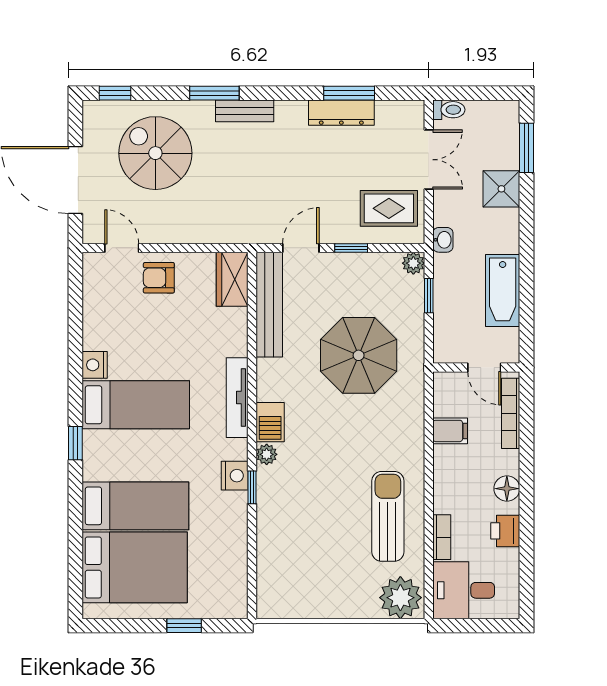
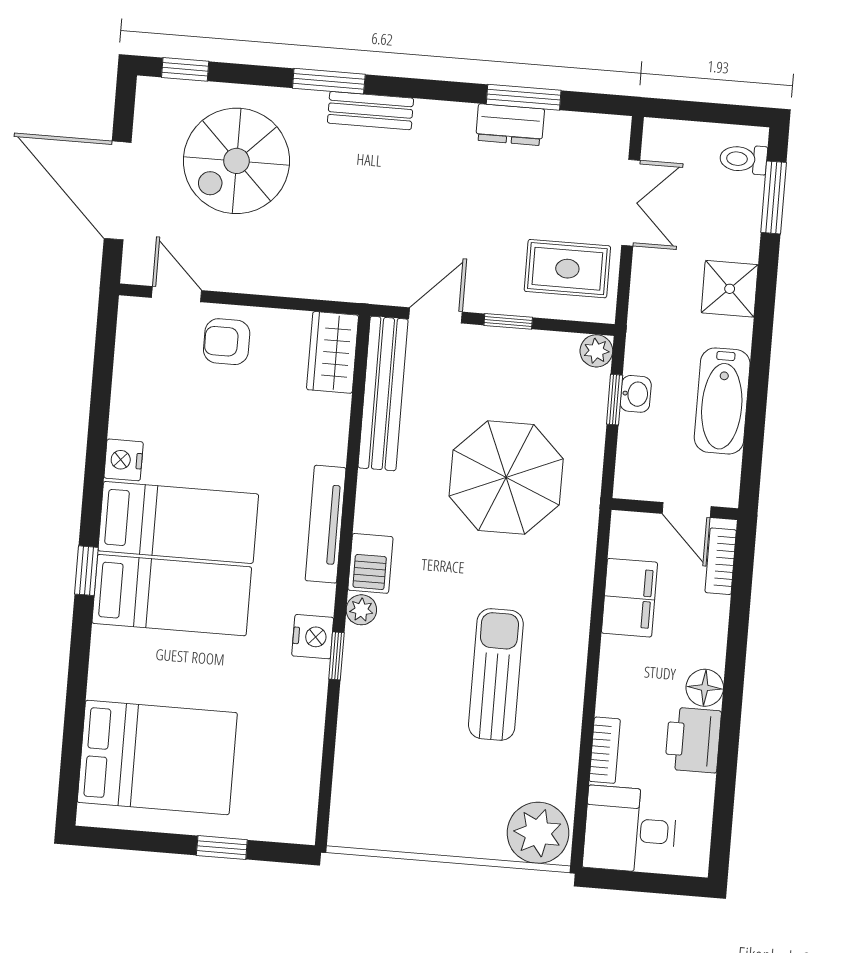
toilet: (449, 110) -> (743, 159), moved, turned 180
dresser: (341, 113) -> (510, 125), width x0.70
spiral stairs: (155, 153) -> (236, 161), turned -90
shower: (501, 189) -> (730, 289), moved
washbasin: (443, 240) -> (636, 394), moved
bookcase: (511, 413) -> (721, 561), width x0.64
filing cabinet: (450, 431) -> (629, 598), width x2.00
bed: (135, 506) -> (172, 595), moved
sun lounger: (388, 516) -> (496, 674), moved
printer: (505, 531) -> (693, 740), width x1.36, depth x1.24

